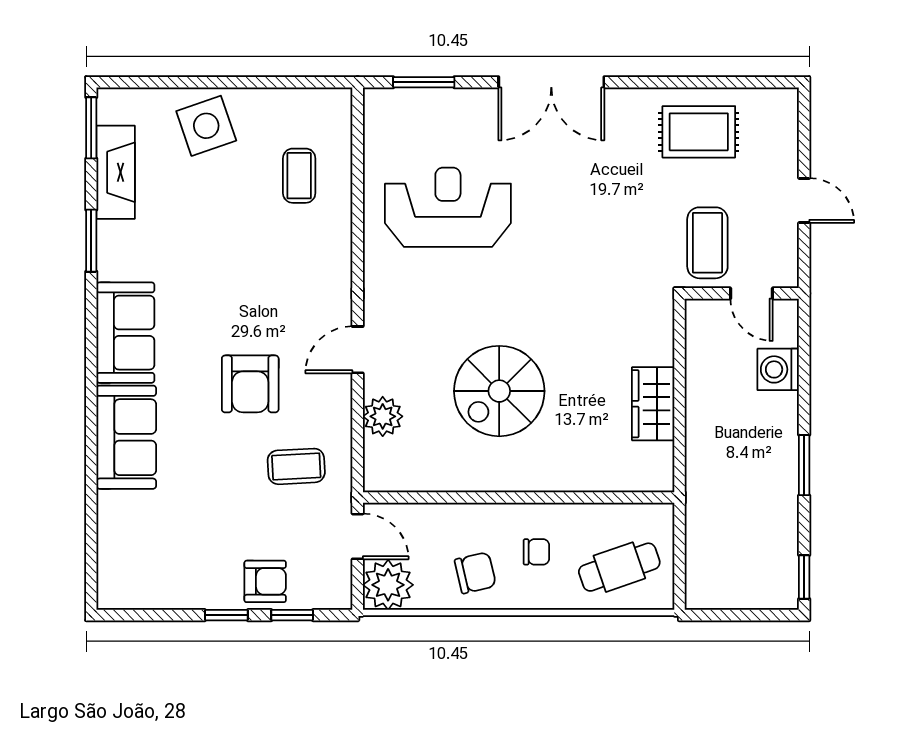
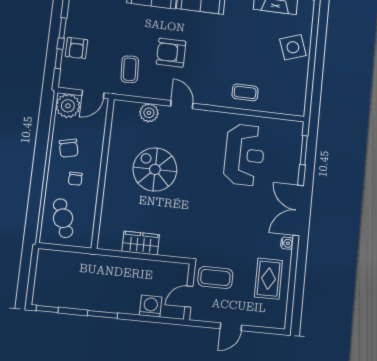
water cooler: (622, 100) -> (287, 243), added
coffee table: (299, 176) -> (245, 92), moved

